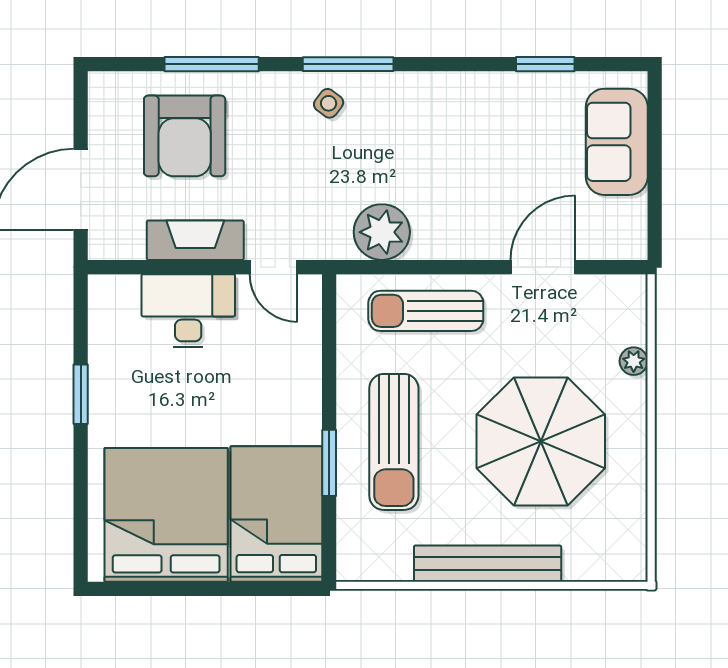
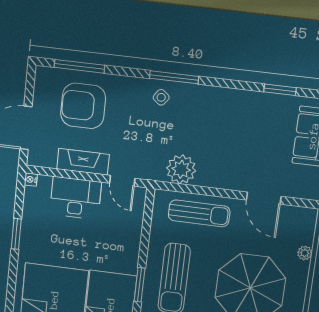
window: (212, 64) -> (79, 66), moved
armchair: (185, 136) -> (83, 106), turned 90
door: (543, 267) -> (264, 198), swing flipped
nightstand: (99, 286) -> (31, 180), added
sun lounger: (426, 311) -> (199, 213), turned 180

